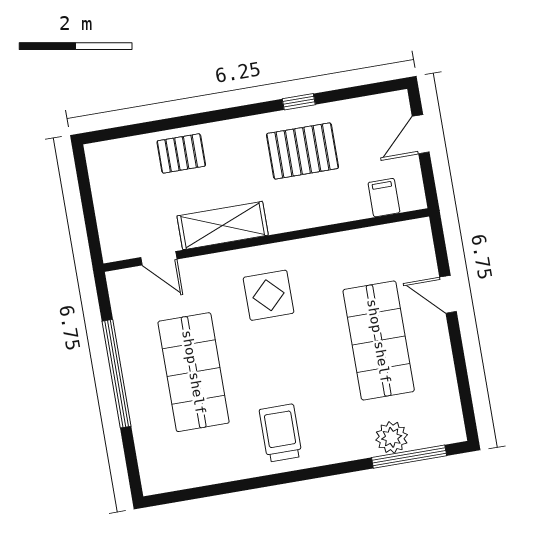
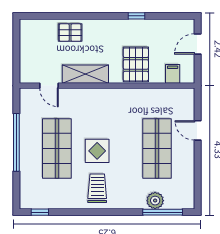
pallet: (303, 151) -> (136, 64), moved, turned 90
display table: (269, 295) -> (97, 151), moved
window: (182, 495) -> (40, 212), added

